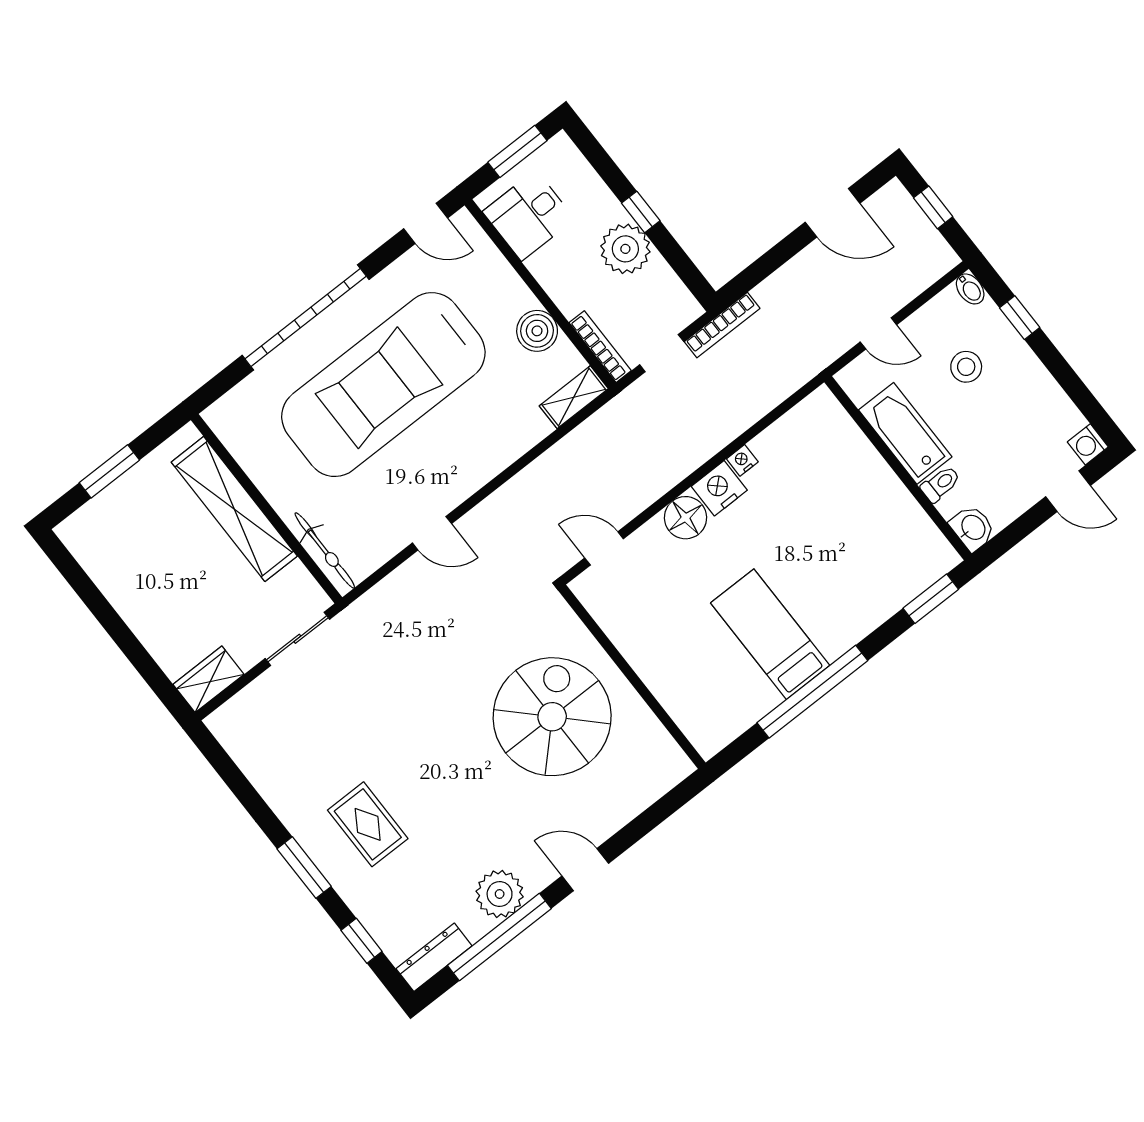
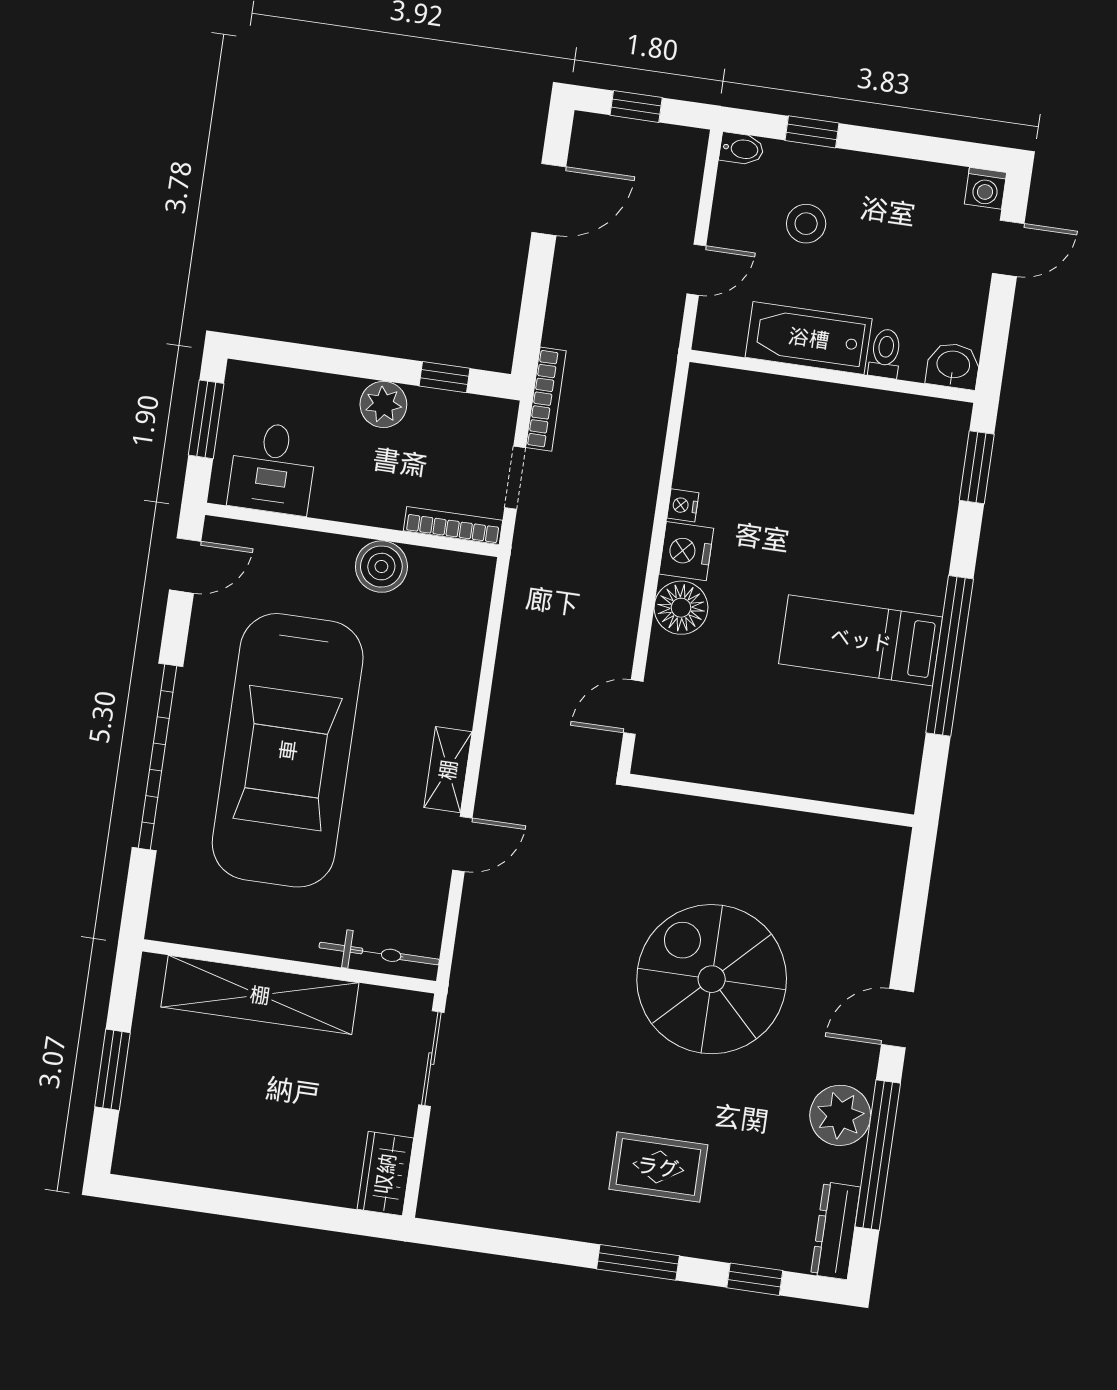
window: (641, 212) -> (444, 377), moved
plant: (625, 249) -> (383, 404), width x0.73, depth x0.73
shelving: (574, 397) -> (448, 770), moved
spiral stairs: (552, 717) -> (712, 979), moved

